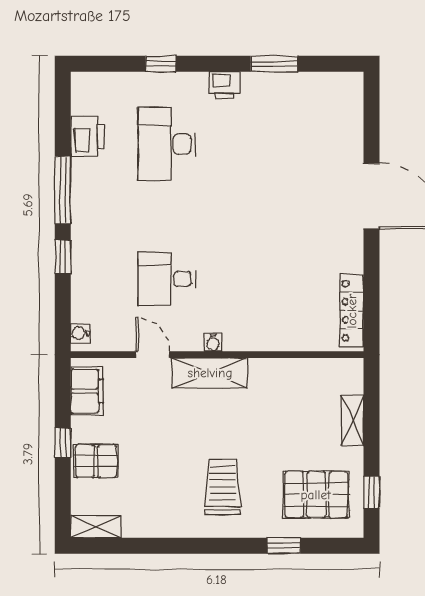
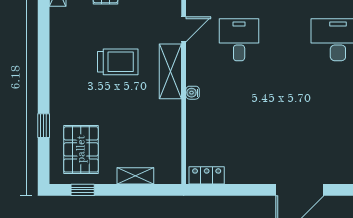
locker: (352, 311) -> (207, 175), width x0.66
water cooler: (213, 342) -> (193, 93), moved
trolley: (223, 487) -> (118, 62), moved

